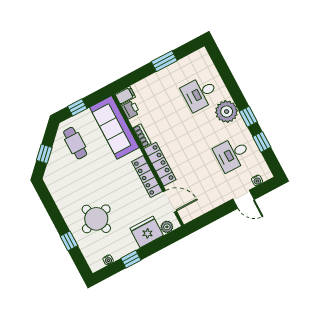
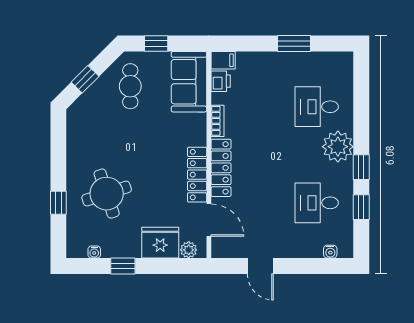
sofa: (114, 127) -> (189, 82), width x0.73
door: (244, 199) -> (260, 266), moved

